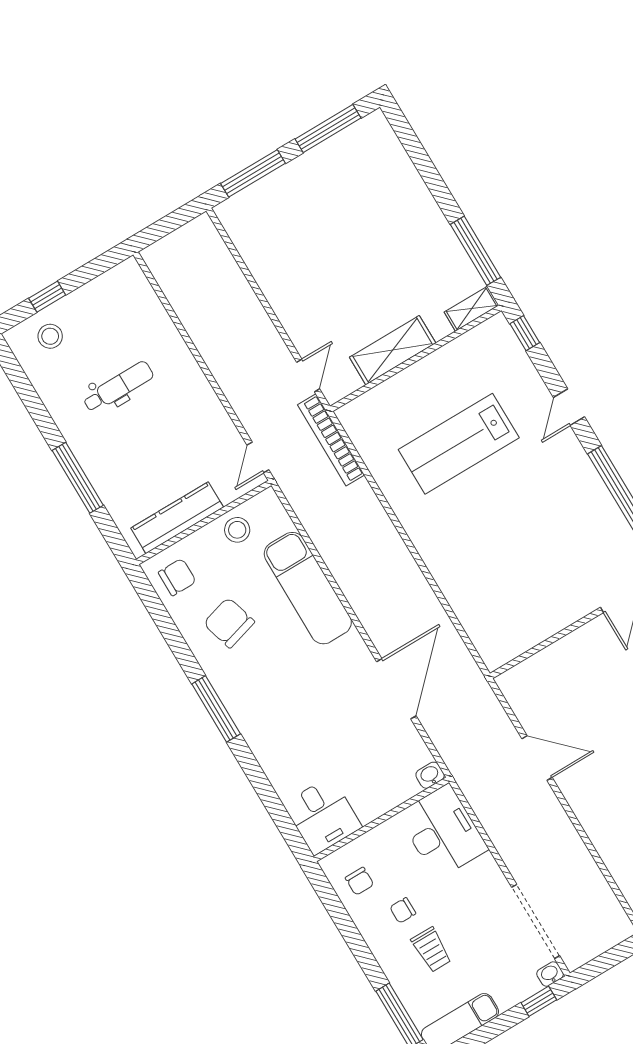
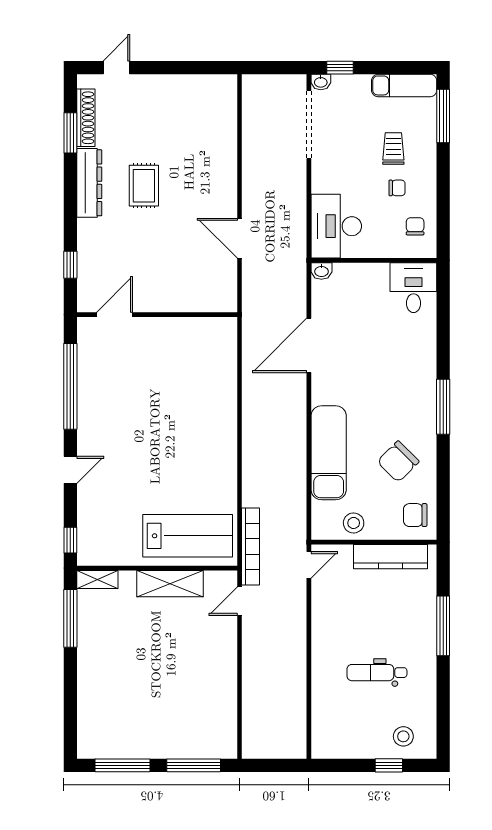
lab bench: (459, 444) -> (188, 536), moved
chair: (229, 623) -> (398, 462), turned 61

